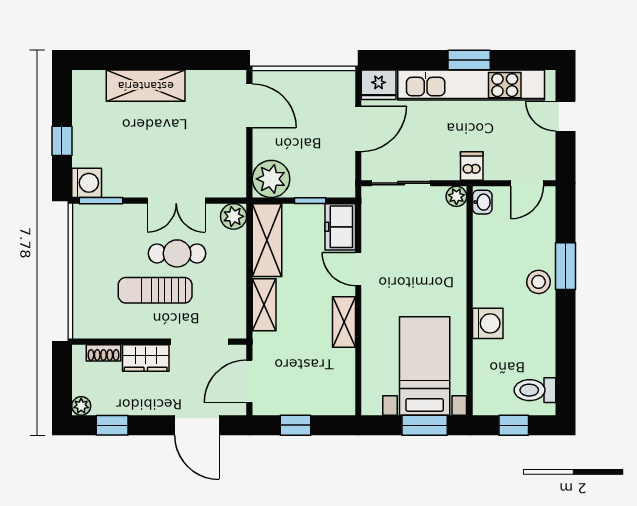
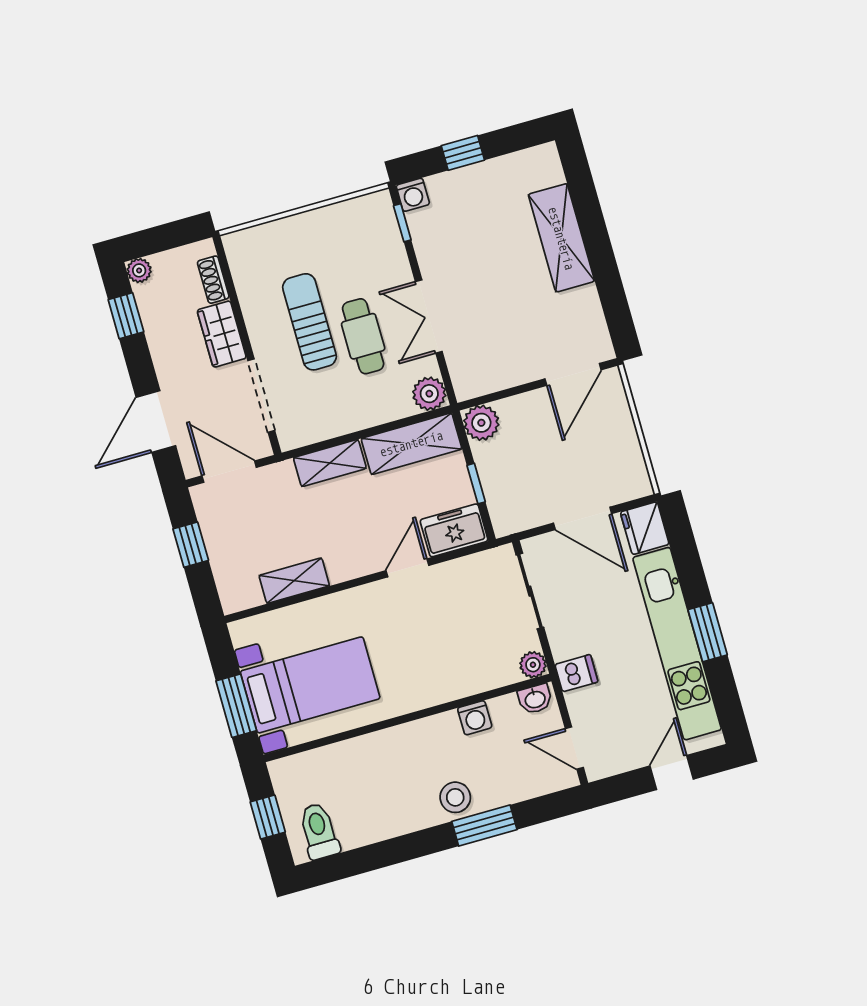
plant: (271, 179) -> (481, 423), width x0.73, depth x0.73
washing machine: (87, 183) -> (413, 195), width x0.73, depth x0.73
window: (101, 201) -> (402, 223), width x0.67
shelving: (344, 322) -> (294, 581), moved
washing machine: (488, 323) -> (475, 718), moved, width x0.73, depth x0.73

